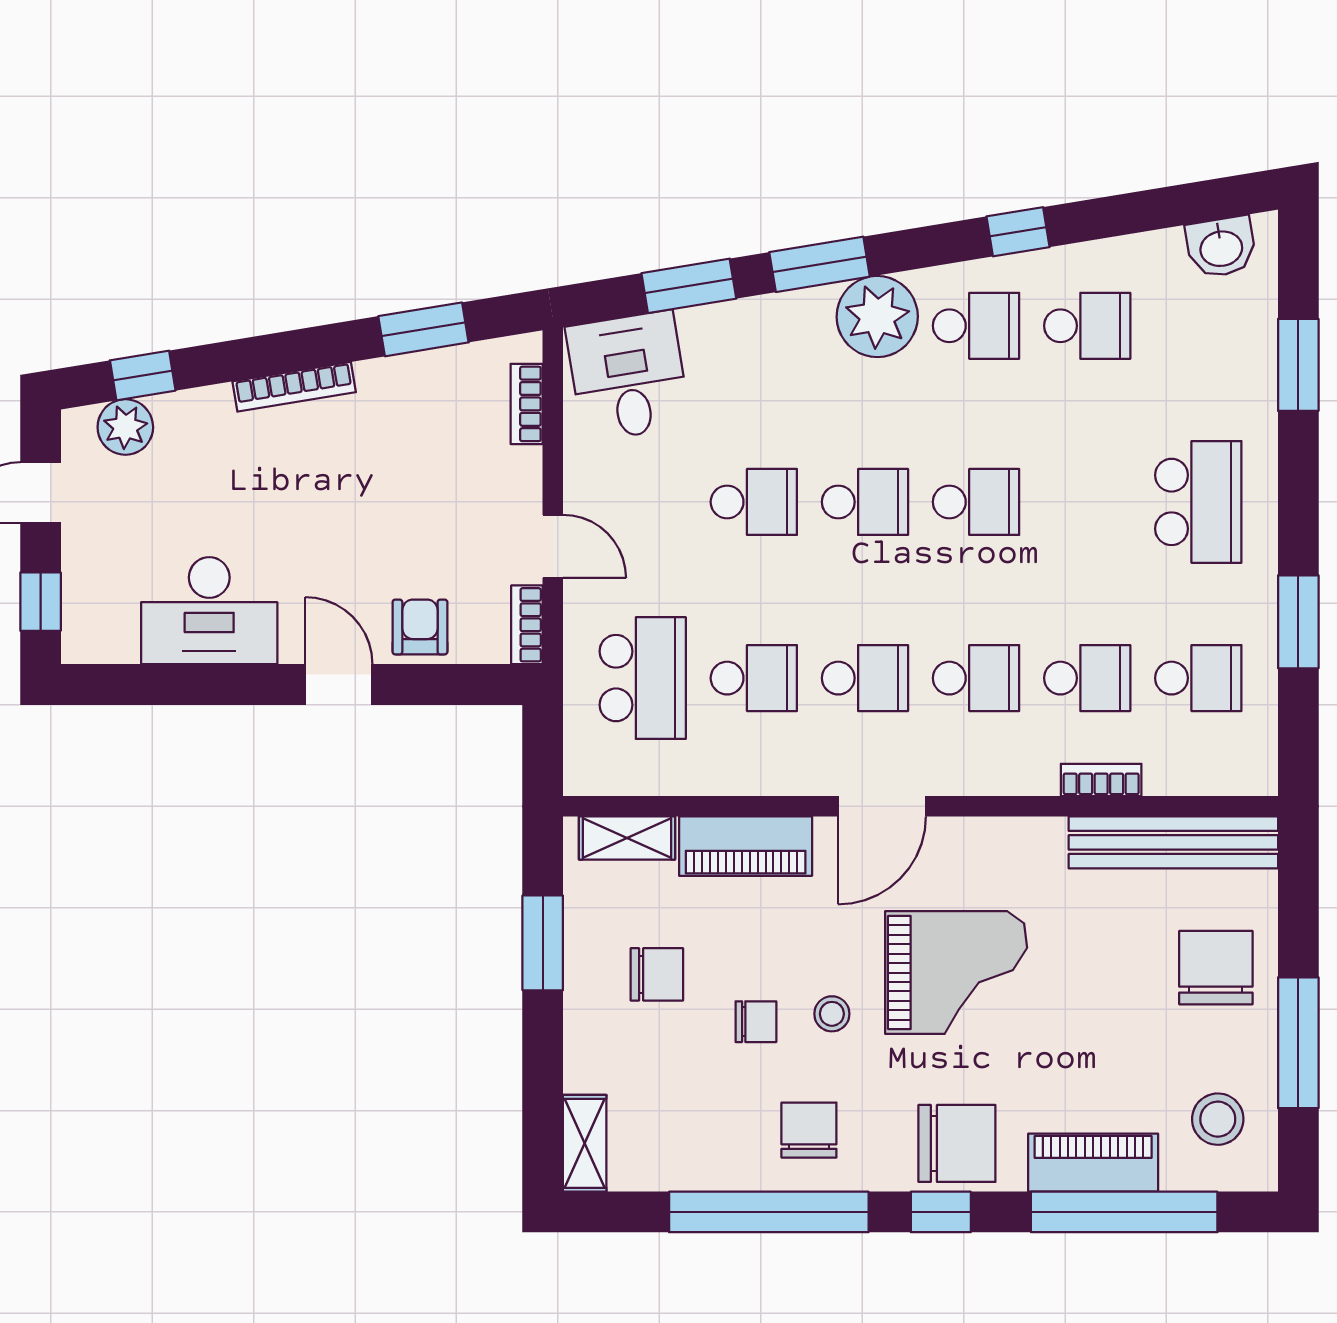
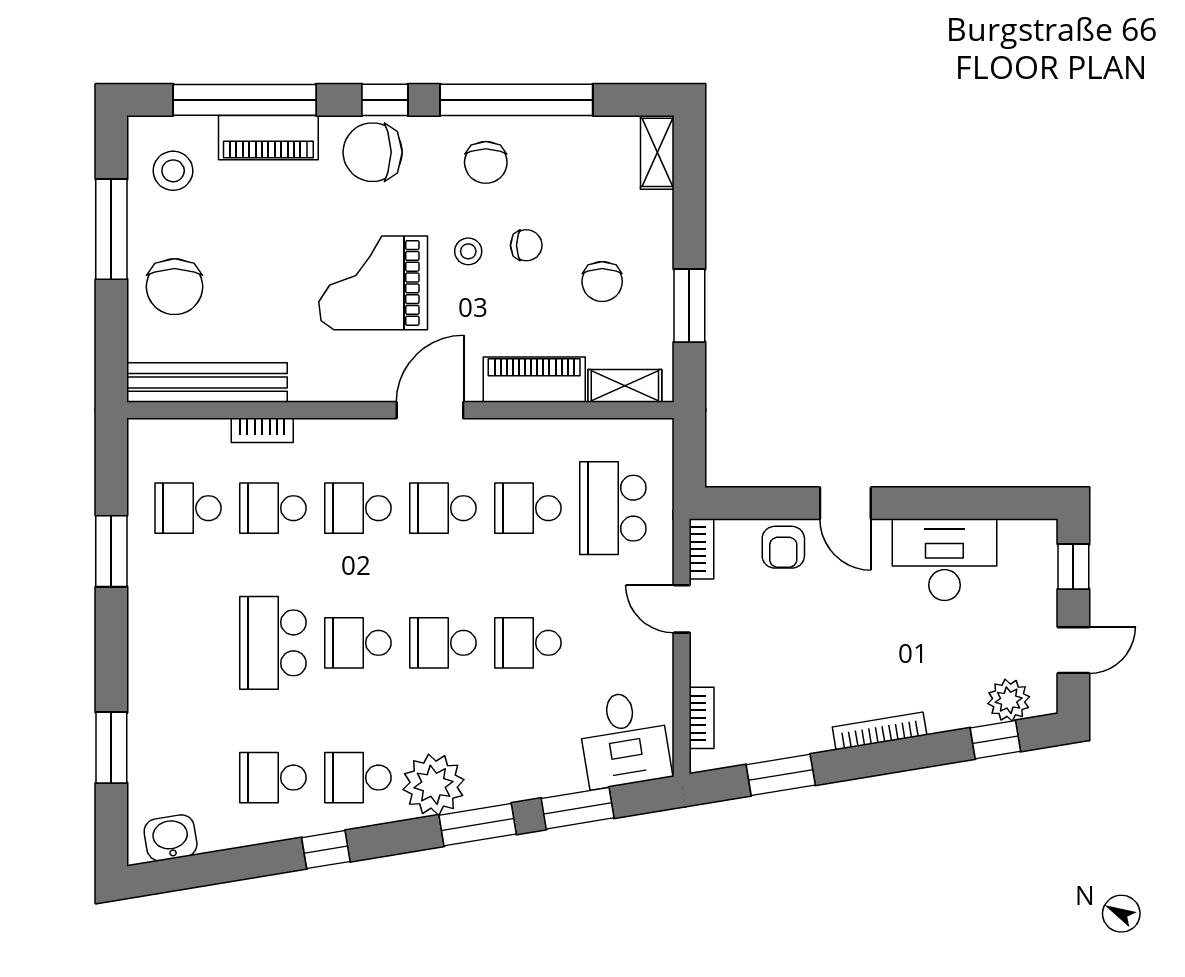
school desk: (1198, 502) -> (273, 643), moved
chair: (657, 974) -> (602, 282), turned -90
chair: (756, 1022) -> (526, 245), turned 180

